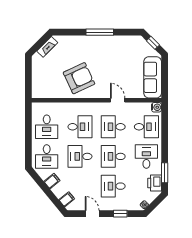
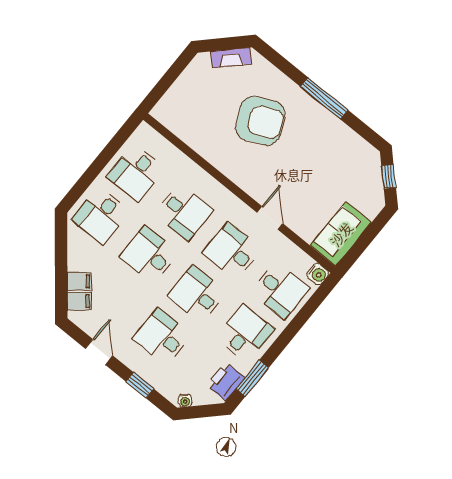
sofa: (153, 77) -> (341, 234), width x0.73
armchair: (79, 78) -> (260, 121), moved
filing cabinet: (52, 181) -> (79, 281), moved

